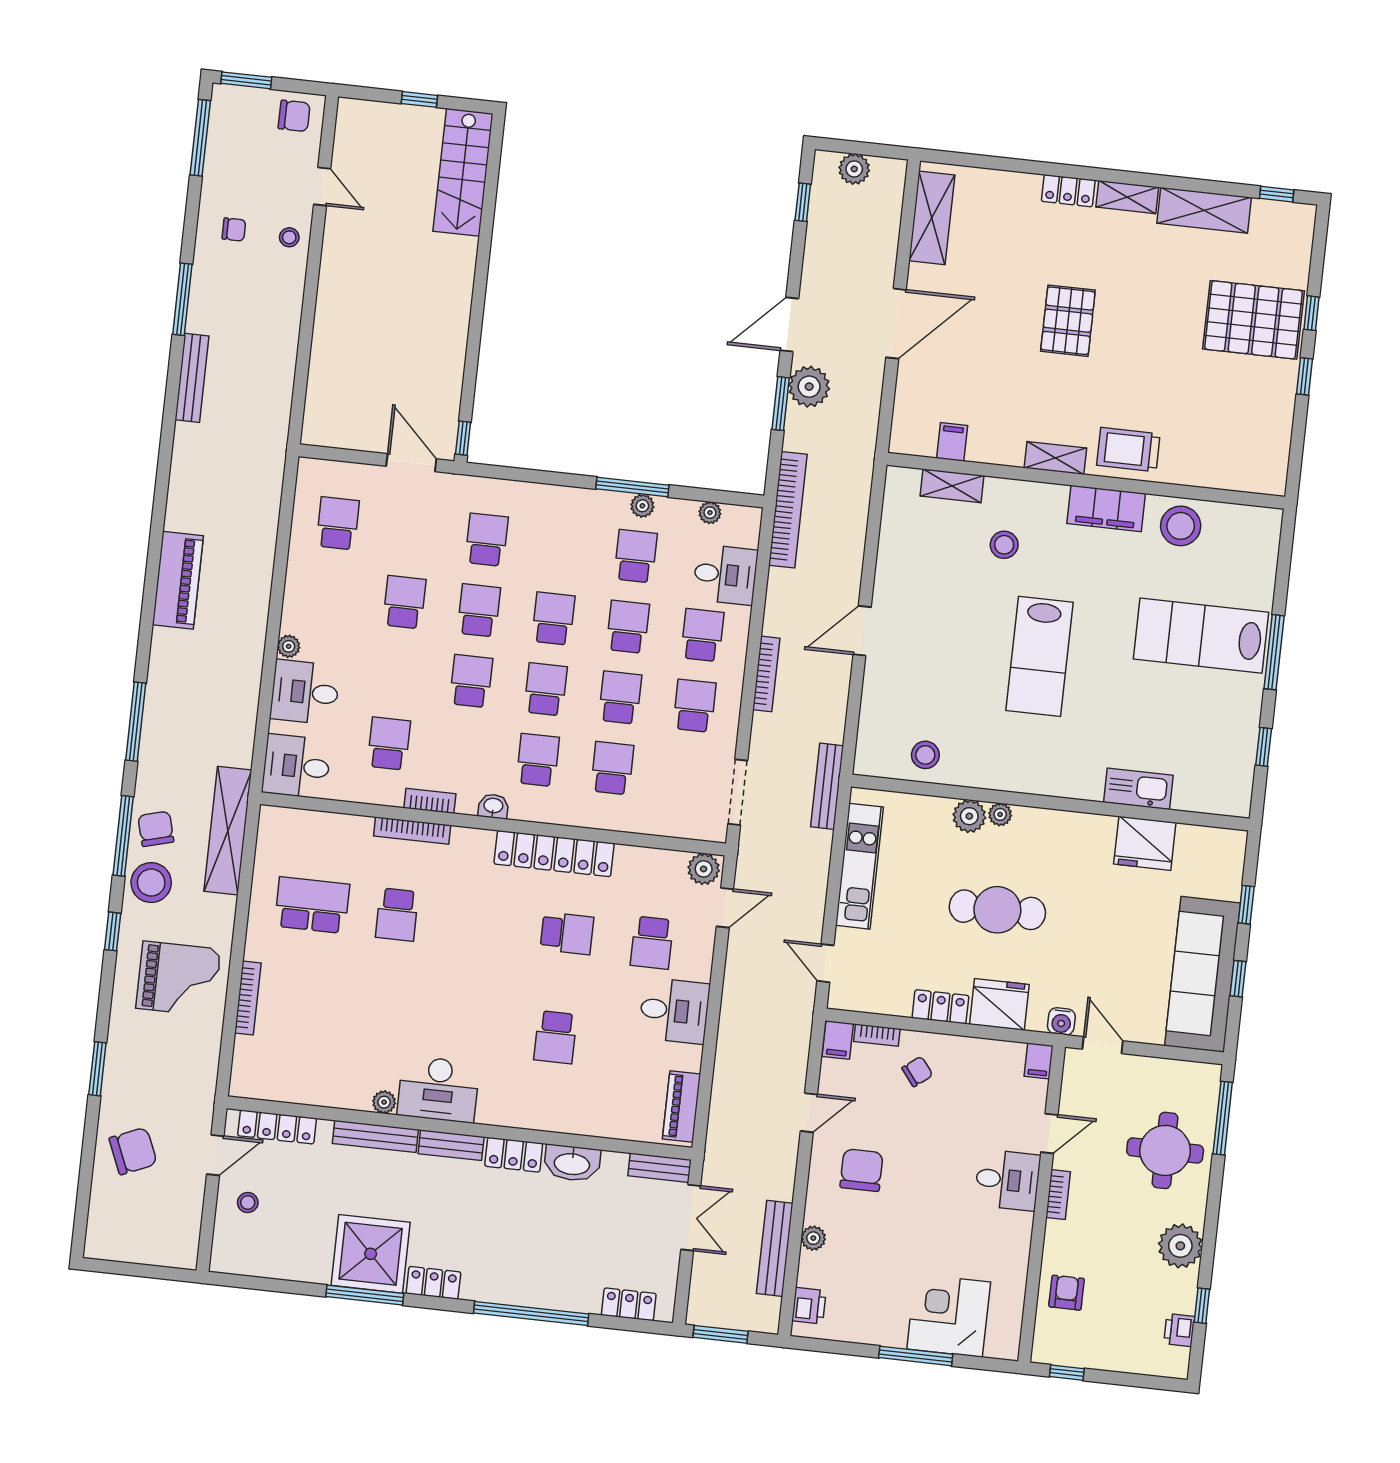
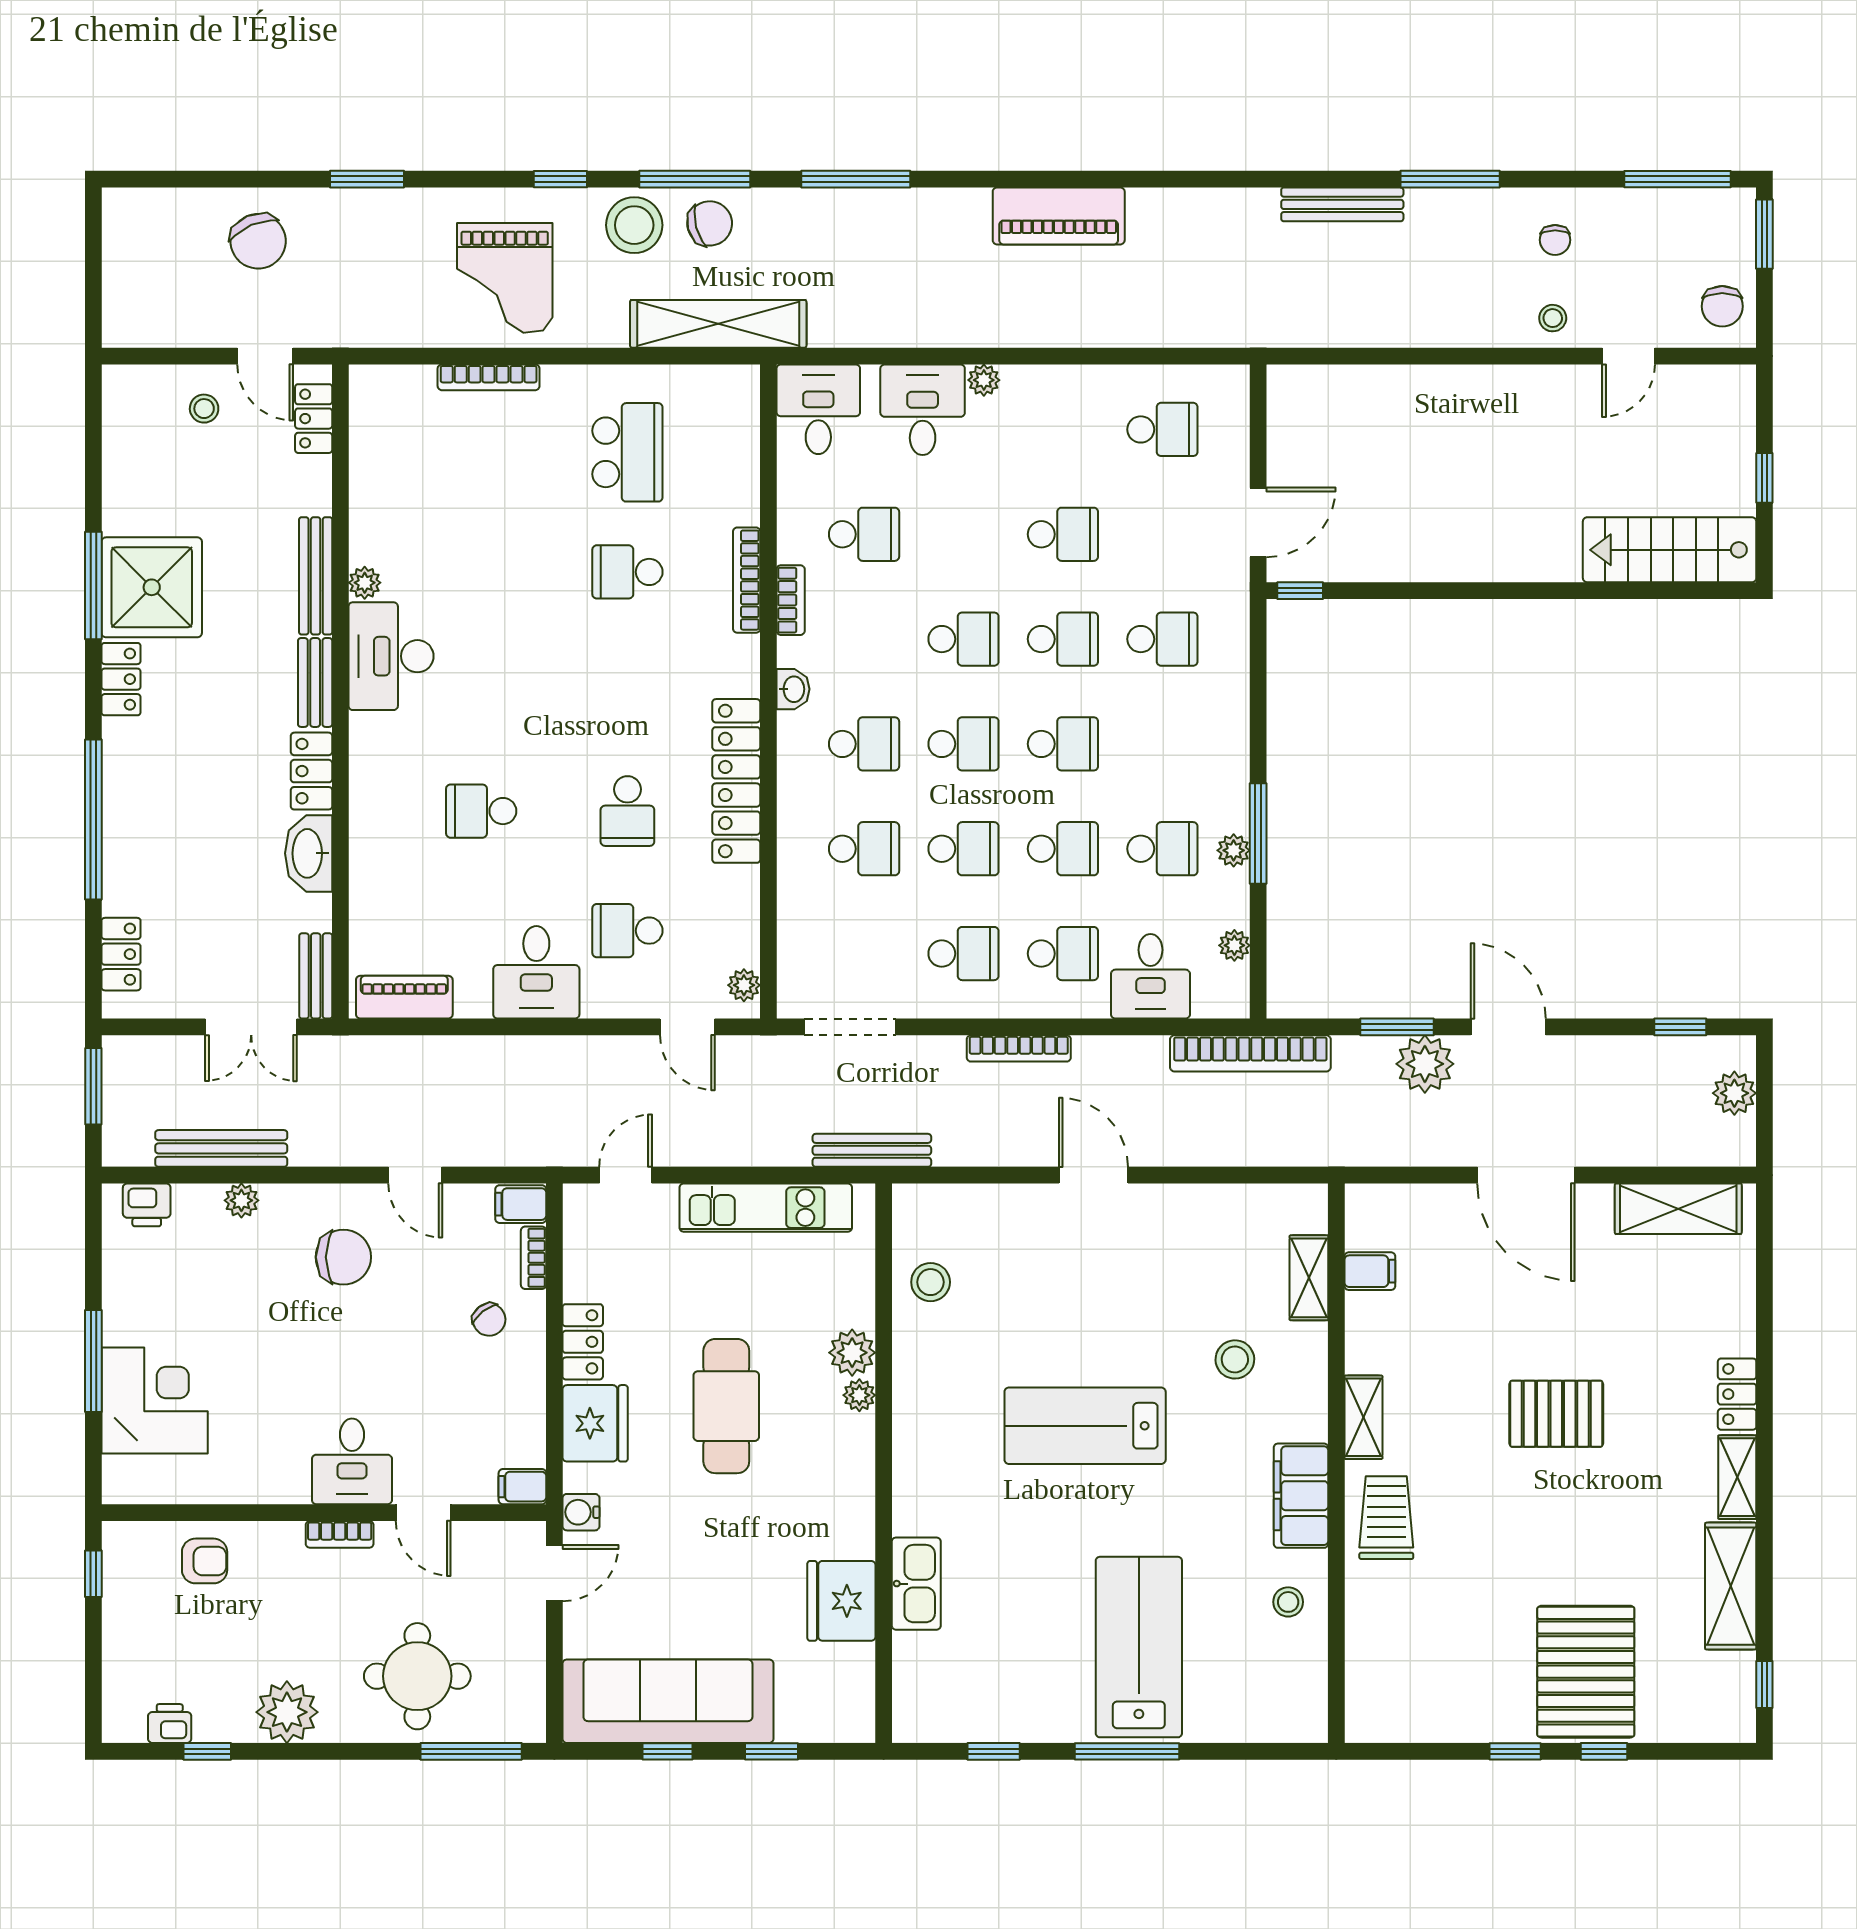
stool: (1181, 526) -> (1288, 1602), width x0.53, depth x0.53
plant: (704, 869) -> (744, 985), width x0.73, depth x0.73
locker: (277, 1127) -> (314, 419), width x0.66

